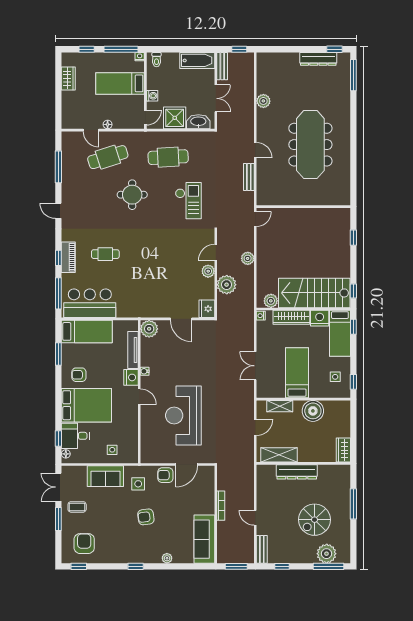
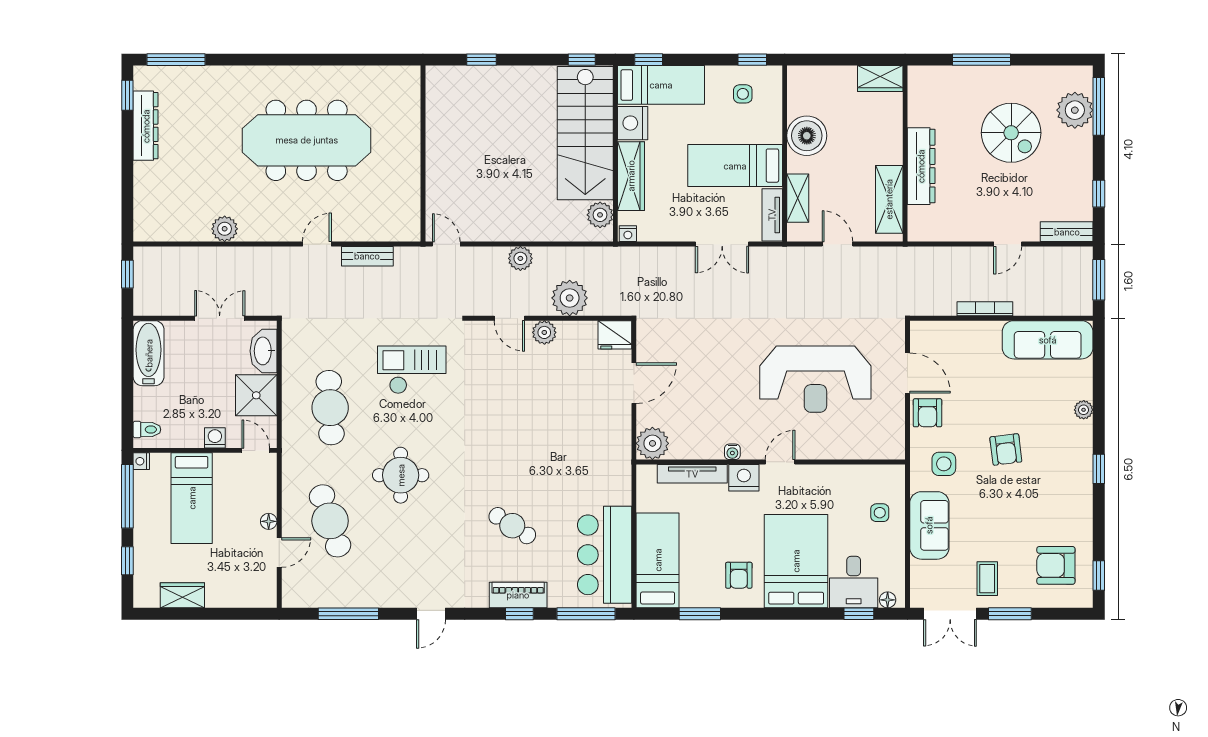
bench: (222, 66) -> (159, 306), removed
cafe table: (105, 254) -> (512, 526), turned -57
tv unit: (271, 393) -> (772, 215), added

